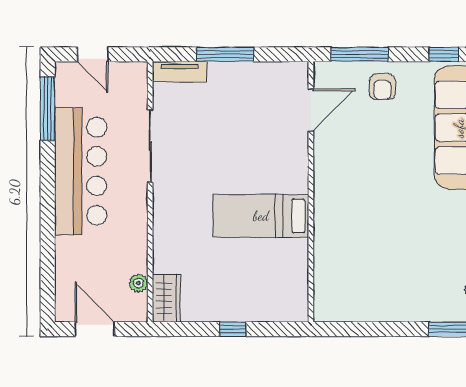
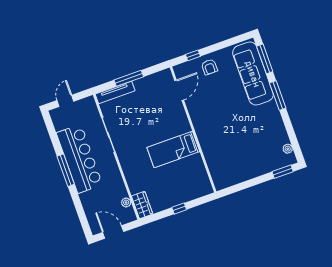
door: (93, 54) -> (65, 101), swing flipped
window: (359, 54) -> (193, 55), width x0.46
window: (444, 54) -> (233, 41), removed
tv unit: (180, 72) -> (115, 92), width x1.41
window: (48, 109) -> (66, 170), moved

